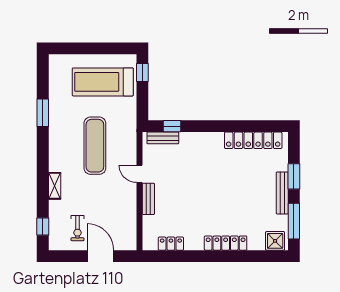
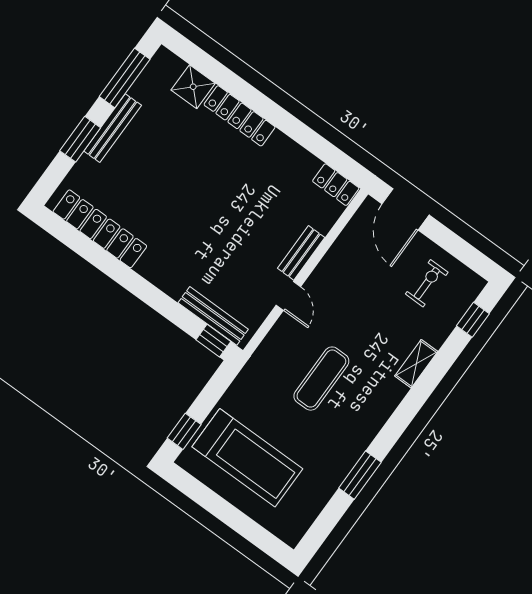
window: (172, 126) -> (213, 341), moved
bench: (163, 138) -> (213, 316), width x1.36
exercise mat: (95, 146) -> (321, 379), width x0.73, depth x0.69
shower: (275, 241) -> (193, 87), moved
locker: (171, 244) -> (336, 185), moved
door: (100, 256) -> (406, 209), moved

